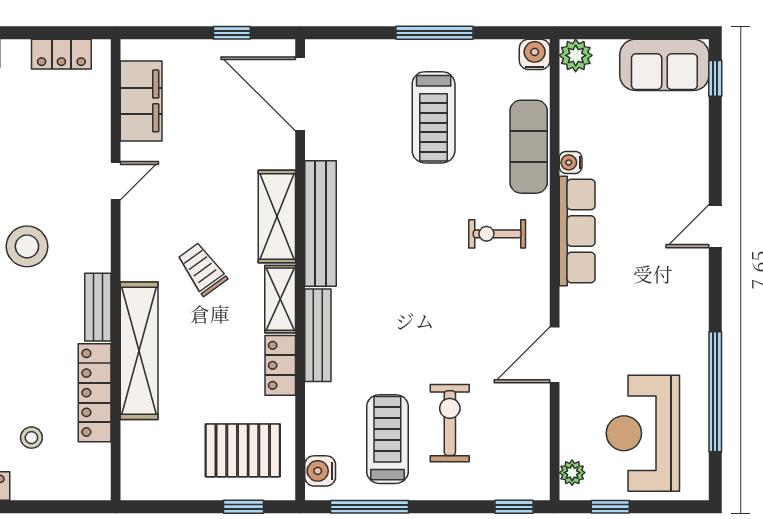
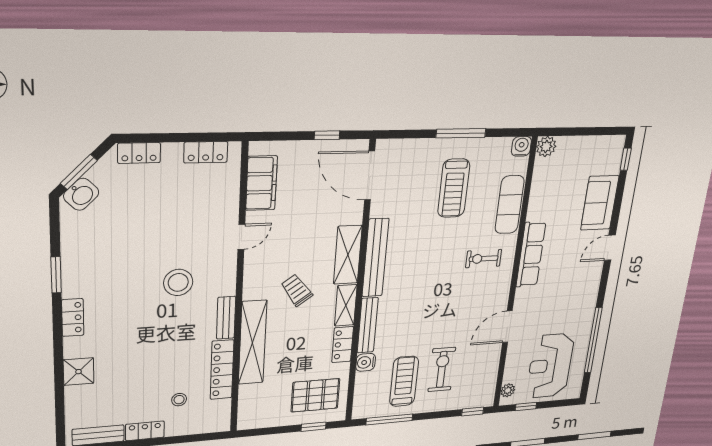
sofa: (664, 65) -> (600, 203), moved, turned 90
water cooler: (571, 162) -> (533, 213), removed
water cooler: (320, 471) -> (366, 362), moved

